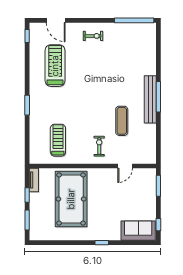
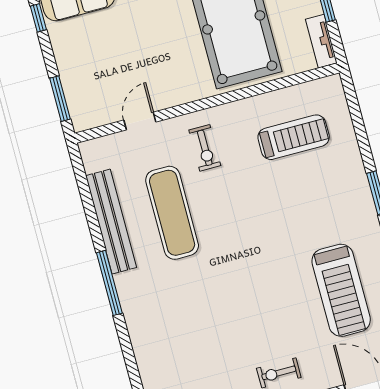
bench: (150, 99) -> (111, 222), moved
exercise mat: (122, 121) -> (172, 213), width x1.36, depth x1.45
treadmill: (58, 140) -> (294, 137), turned -90

